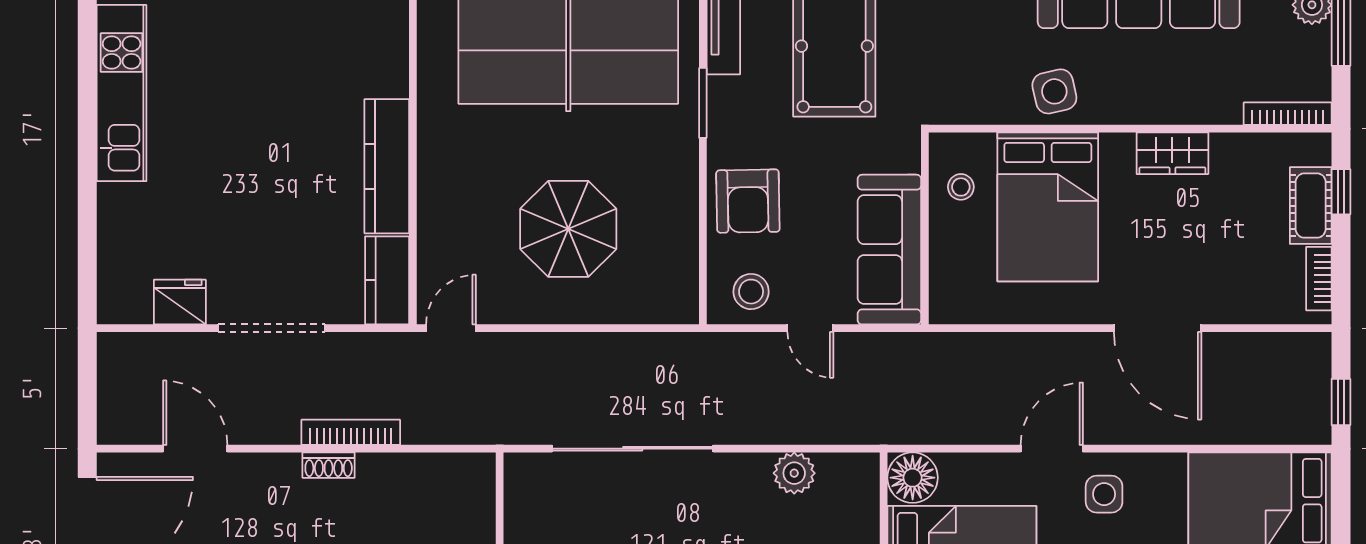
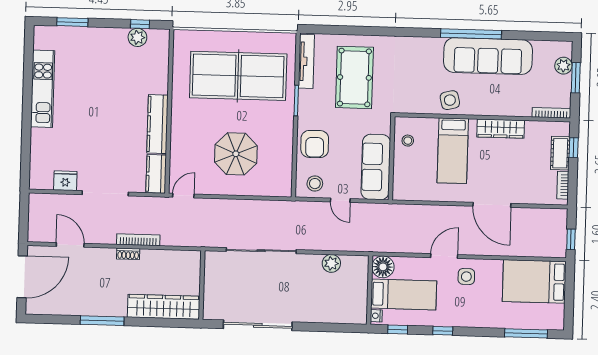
wardrobe: (1172, 153) -> (501, 129), width x1.50
bed: (1048, 207) -> (453, 151), width x0.67

